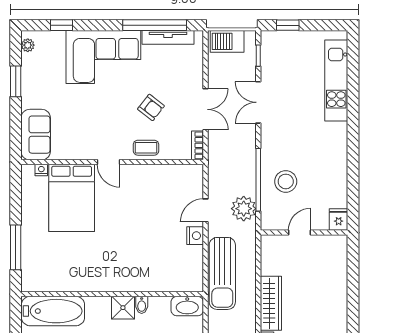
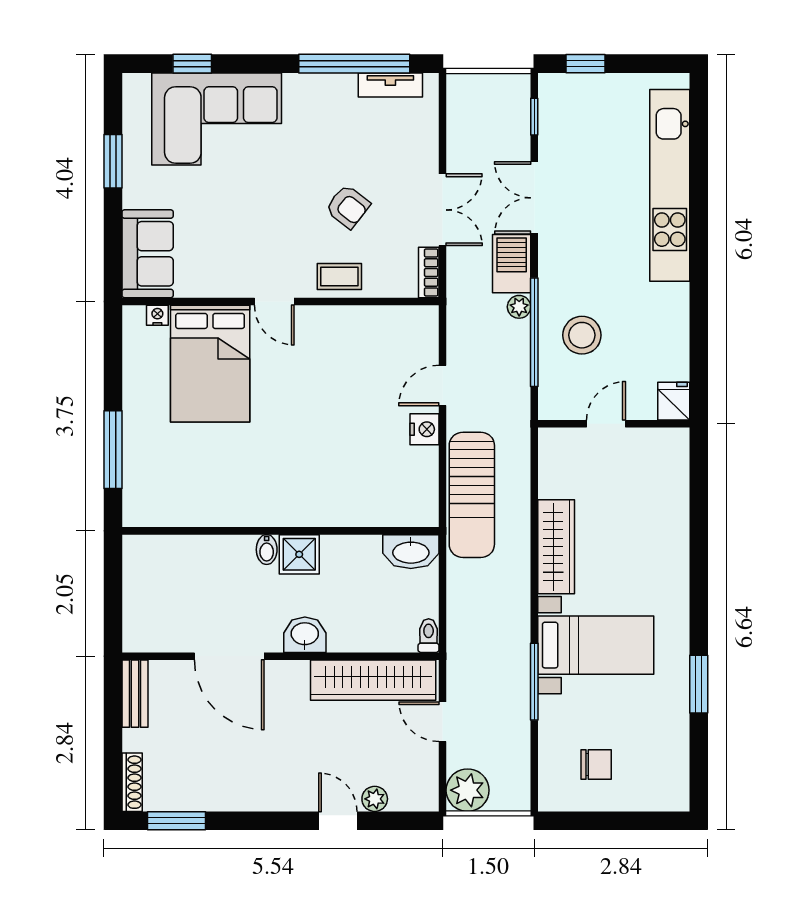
tv unit: (168, 37) -> (390, 85), width x0.71
barbecue: (227, 41) -> (512, 264), moved, turned 90
plant: (28, 45) -> (134, 99), removed
corner sofa: (103, 57) -> (217, 119), moved
kitchen unit: (336, 80) -> (670, 185), width x1.36
plant: (244, 209) -> (519, 307), moved, width x0.53, depth x0.53
bidet: (142, 305) -> (267, 550), moved
bathtub: (53, 311) -> (178, 560), removed

